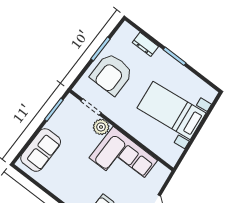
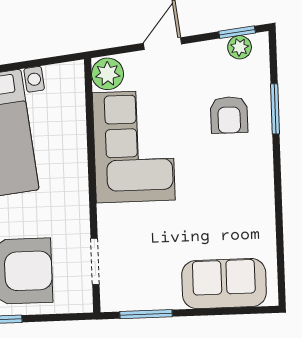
plant: (101, 127) -> (108, 74), moved

